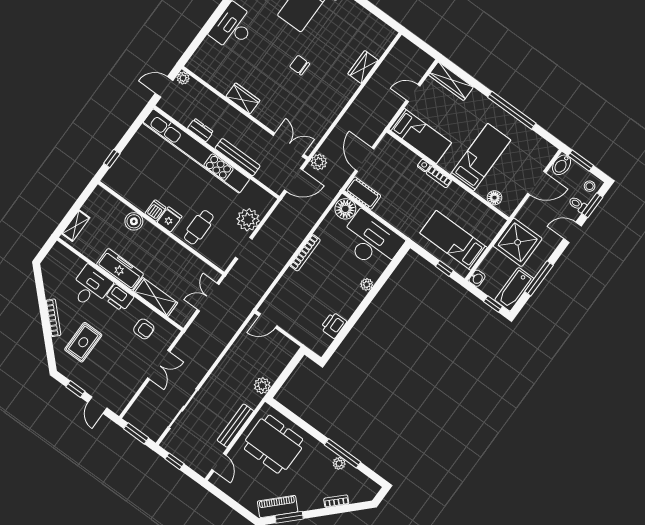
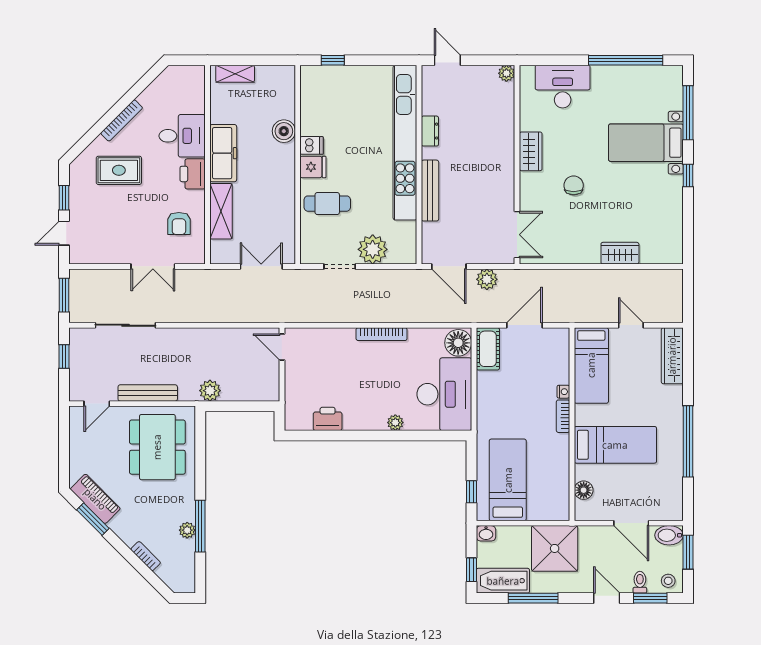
plant: (183, 78) -> (506, 73), moved
wardrobe: (243, 98) -> (531, 151), moved
wall: (245, 113) -> (517, 165), moved
double door: (289, 145) -> (517, 235), moved

